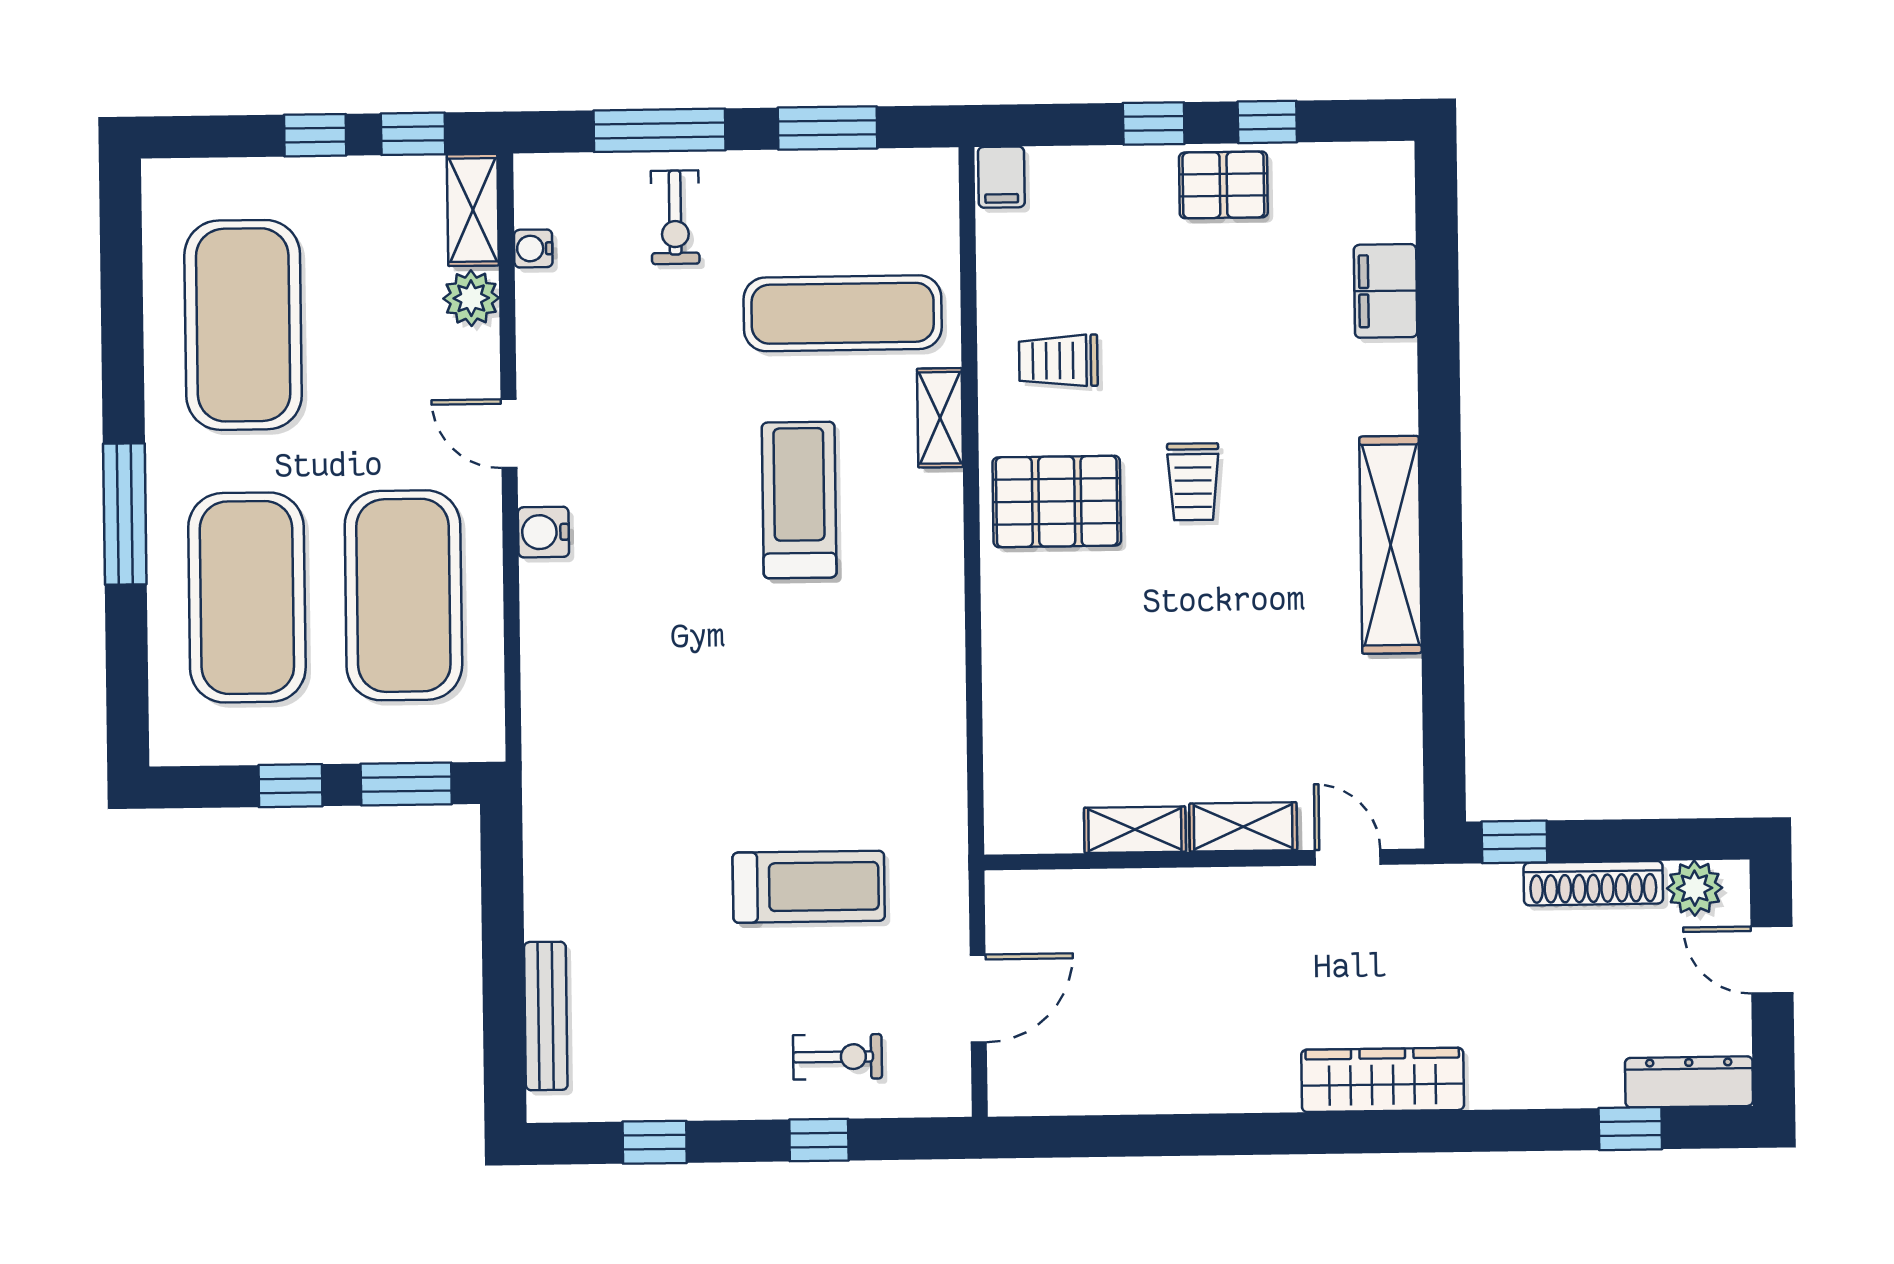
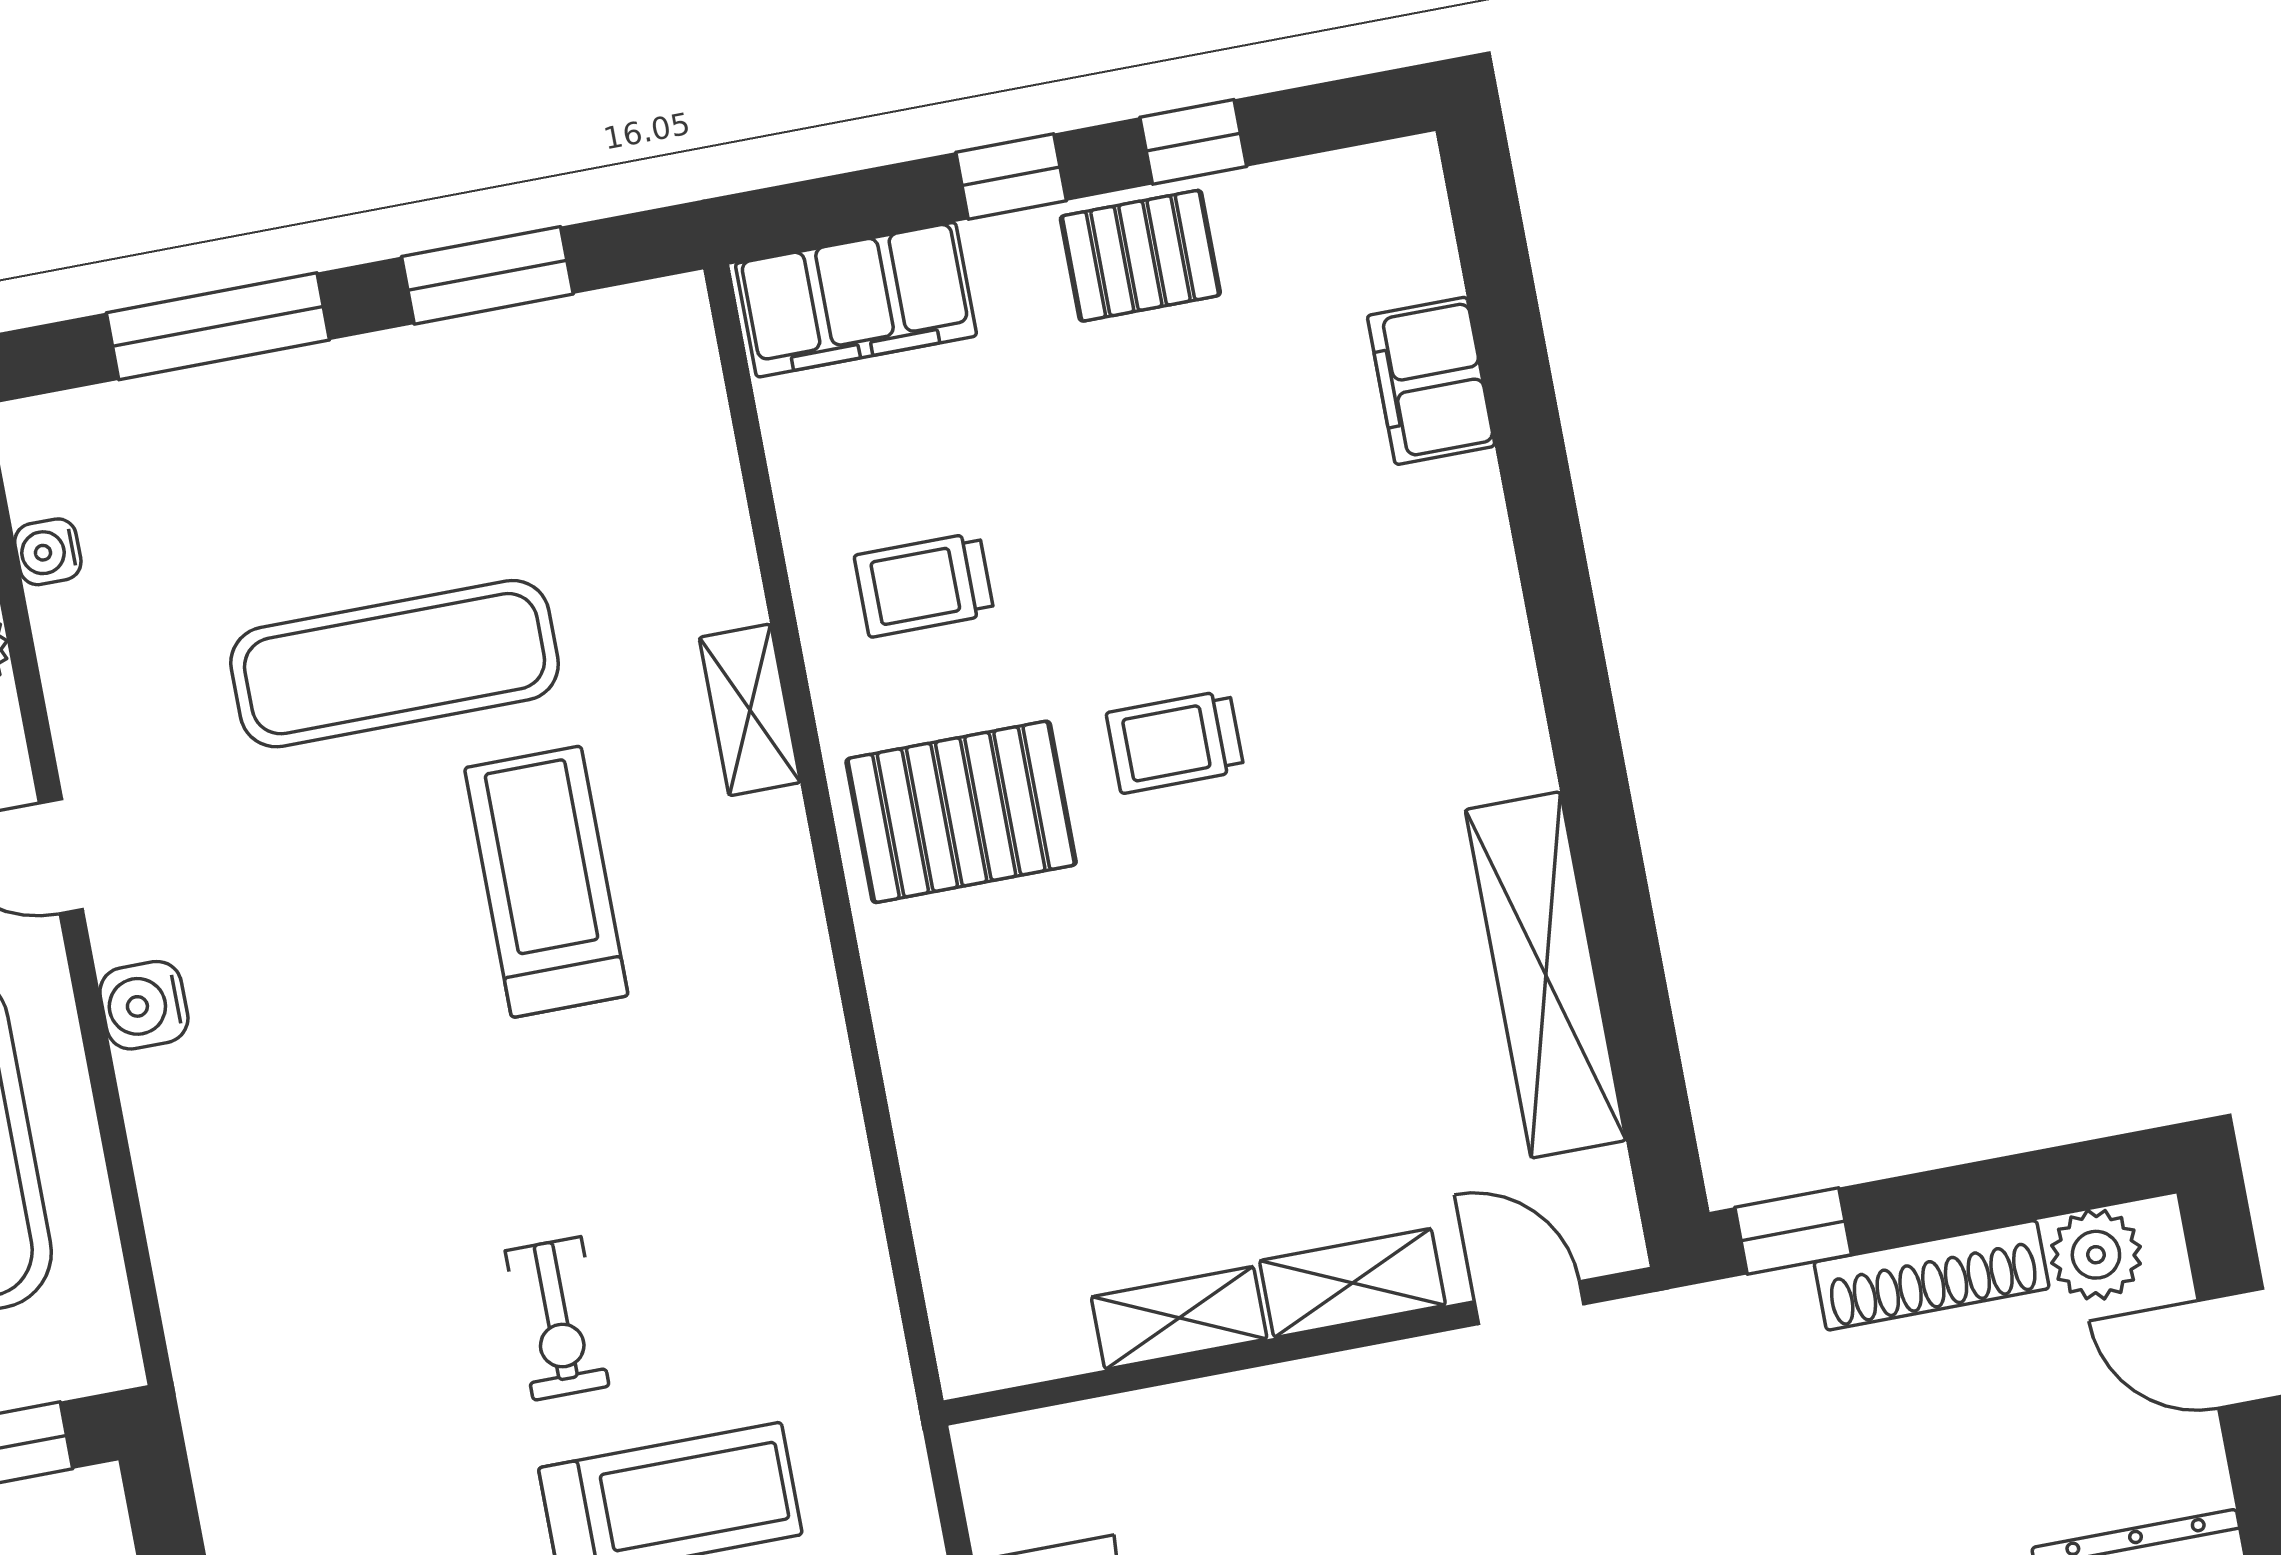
filing cabinet: (1001, 177) -> (856, 300), width x3.00, depth x1.17
exercise bike: (675, 217) -> (557, 1319), moved
exercise mat: (843, 313) -> (395, 664), moved
trolley: (1193, 482) -> (1175, 742), turned 90
shelving: (1390, 545) -> (1546, 975), moved

